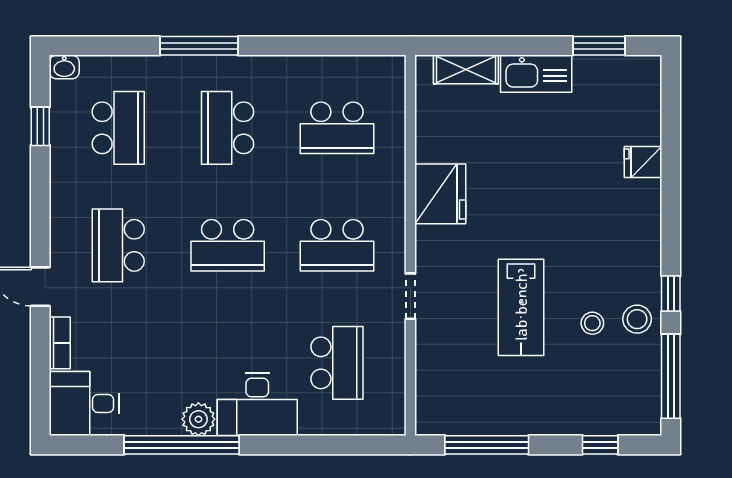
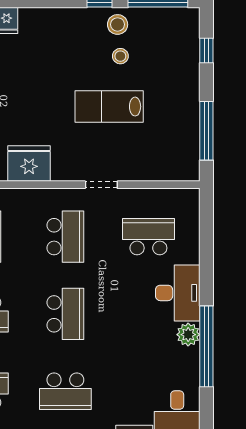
lab bench: (521, 307) -> (109, 107), turned 180

